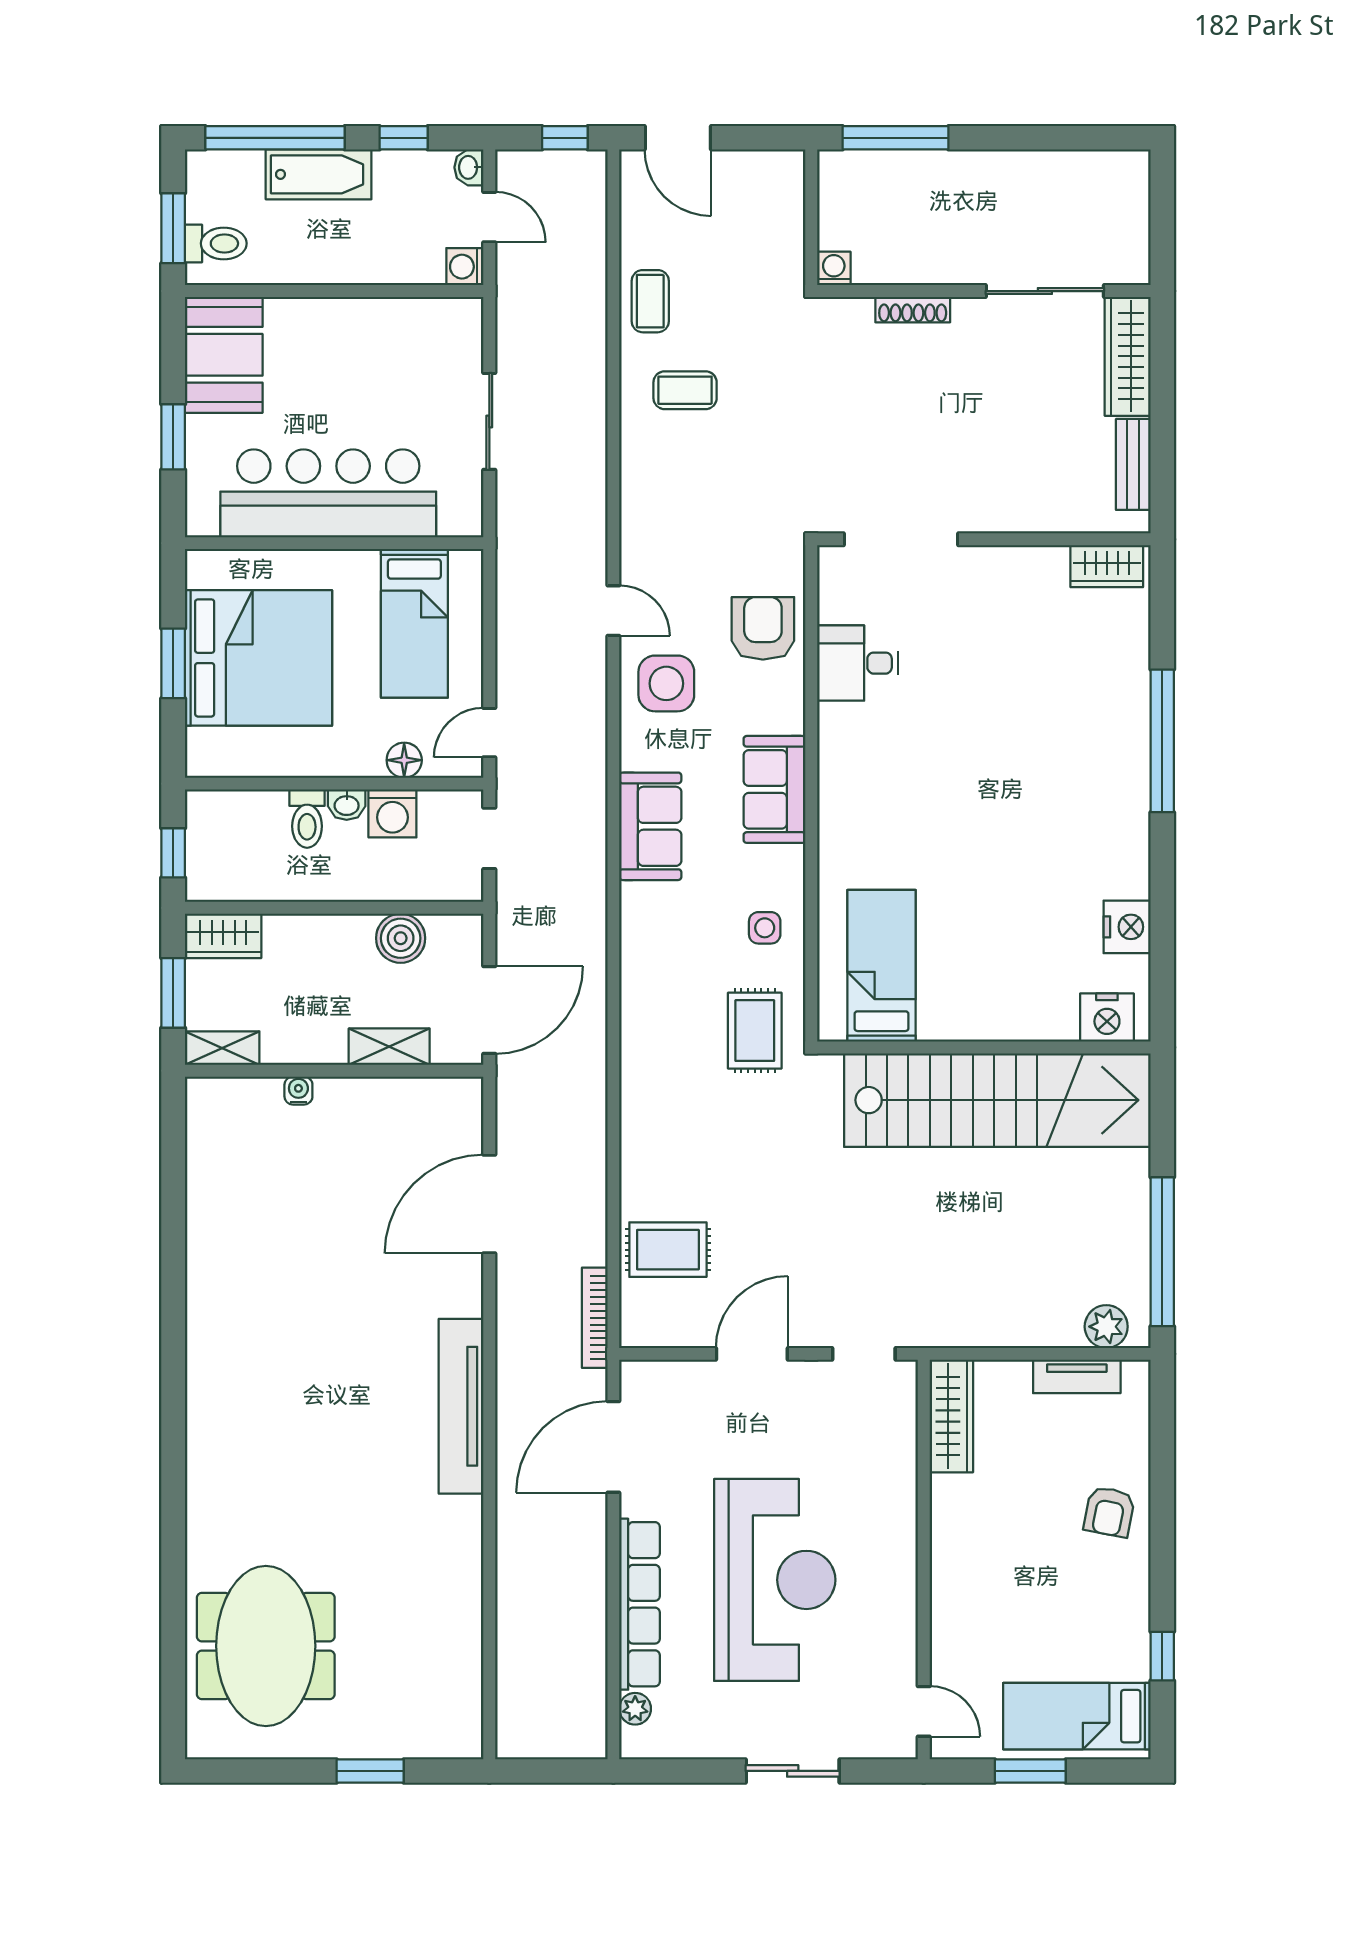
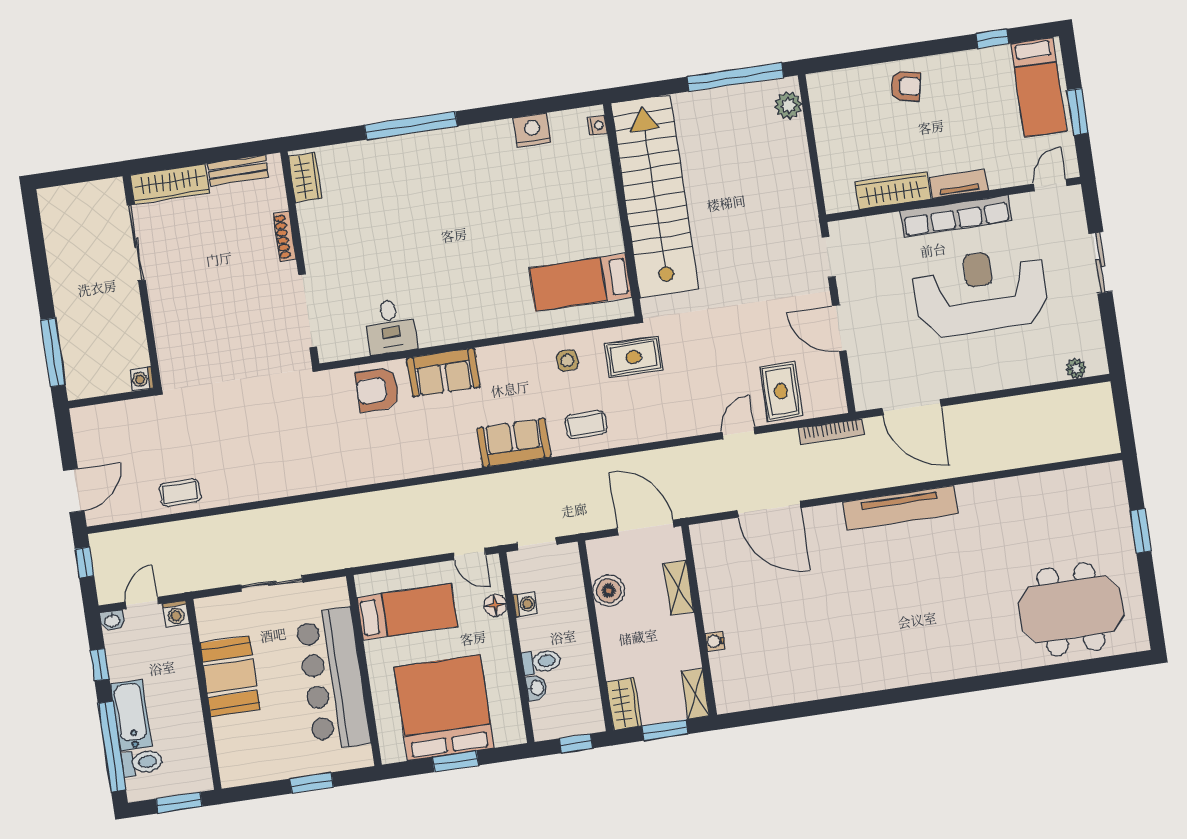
toilet: (216, 243) -> (142, 762), moved, turned 90
shoe rack: (913, 310) -> (284, 236), moved, turned 180
booth: (224, 355) -> (230, 676), moved, turned 90
coffee table: (685, 390) -> (586, 425), moved, turned 90
door: (613, 611) -> (739, 433), moved
side table: (666, 683) -> (421, 446), removed
sofa: (775, 789) -> (443, 373), moved
washbasin: (347, 805) -> (536, 688), moved
washing machine: (392, 813) -> (525, 604), width x0.73, depth x0.73
nightstand: (1107, 1018) -> (597, 125), width x0.53, depth x0.56
tv unit: (1077, 1376) -> (959, 184), moved, turned -90
wardrobe: (951, 1416) -> (893, 191), moved
row of seats: (639, 1604) -> (956, 216), moved, turned 180

